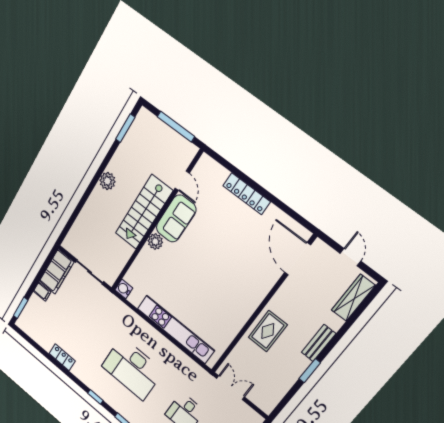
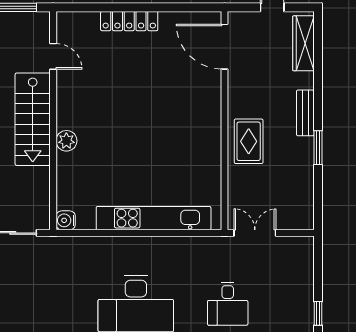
sofa: (176, 219) -> (73, 100), removed

